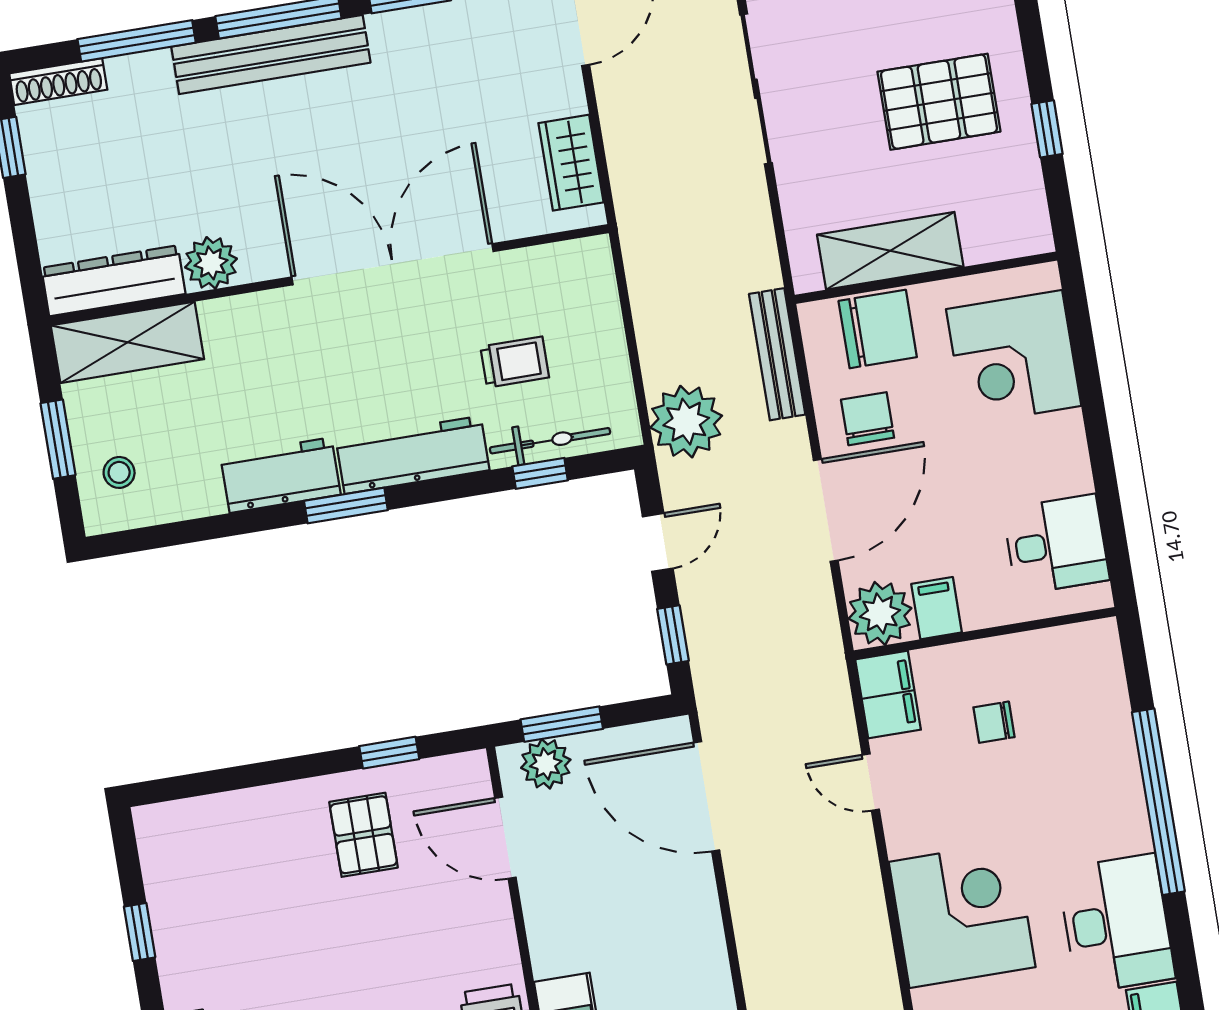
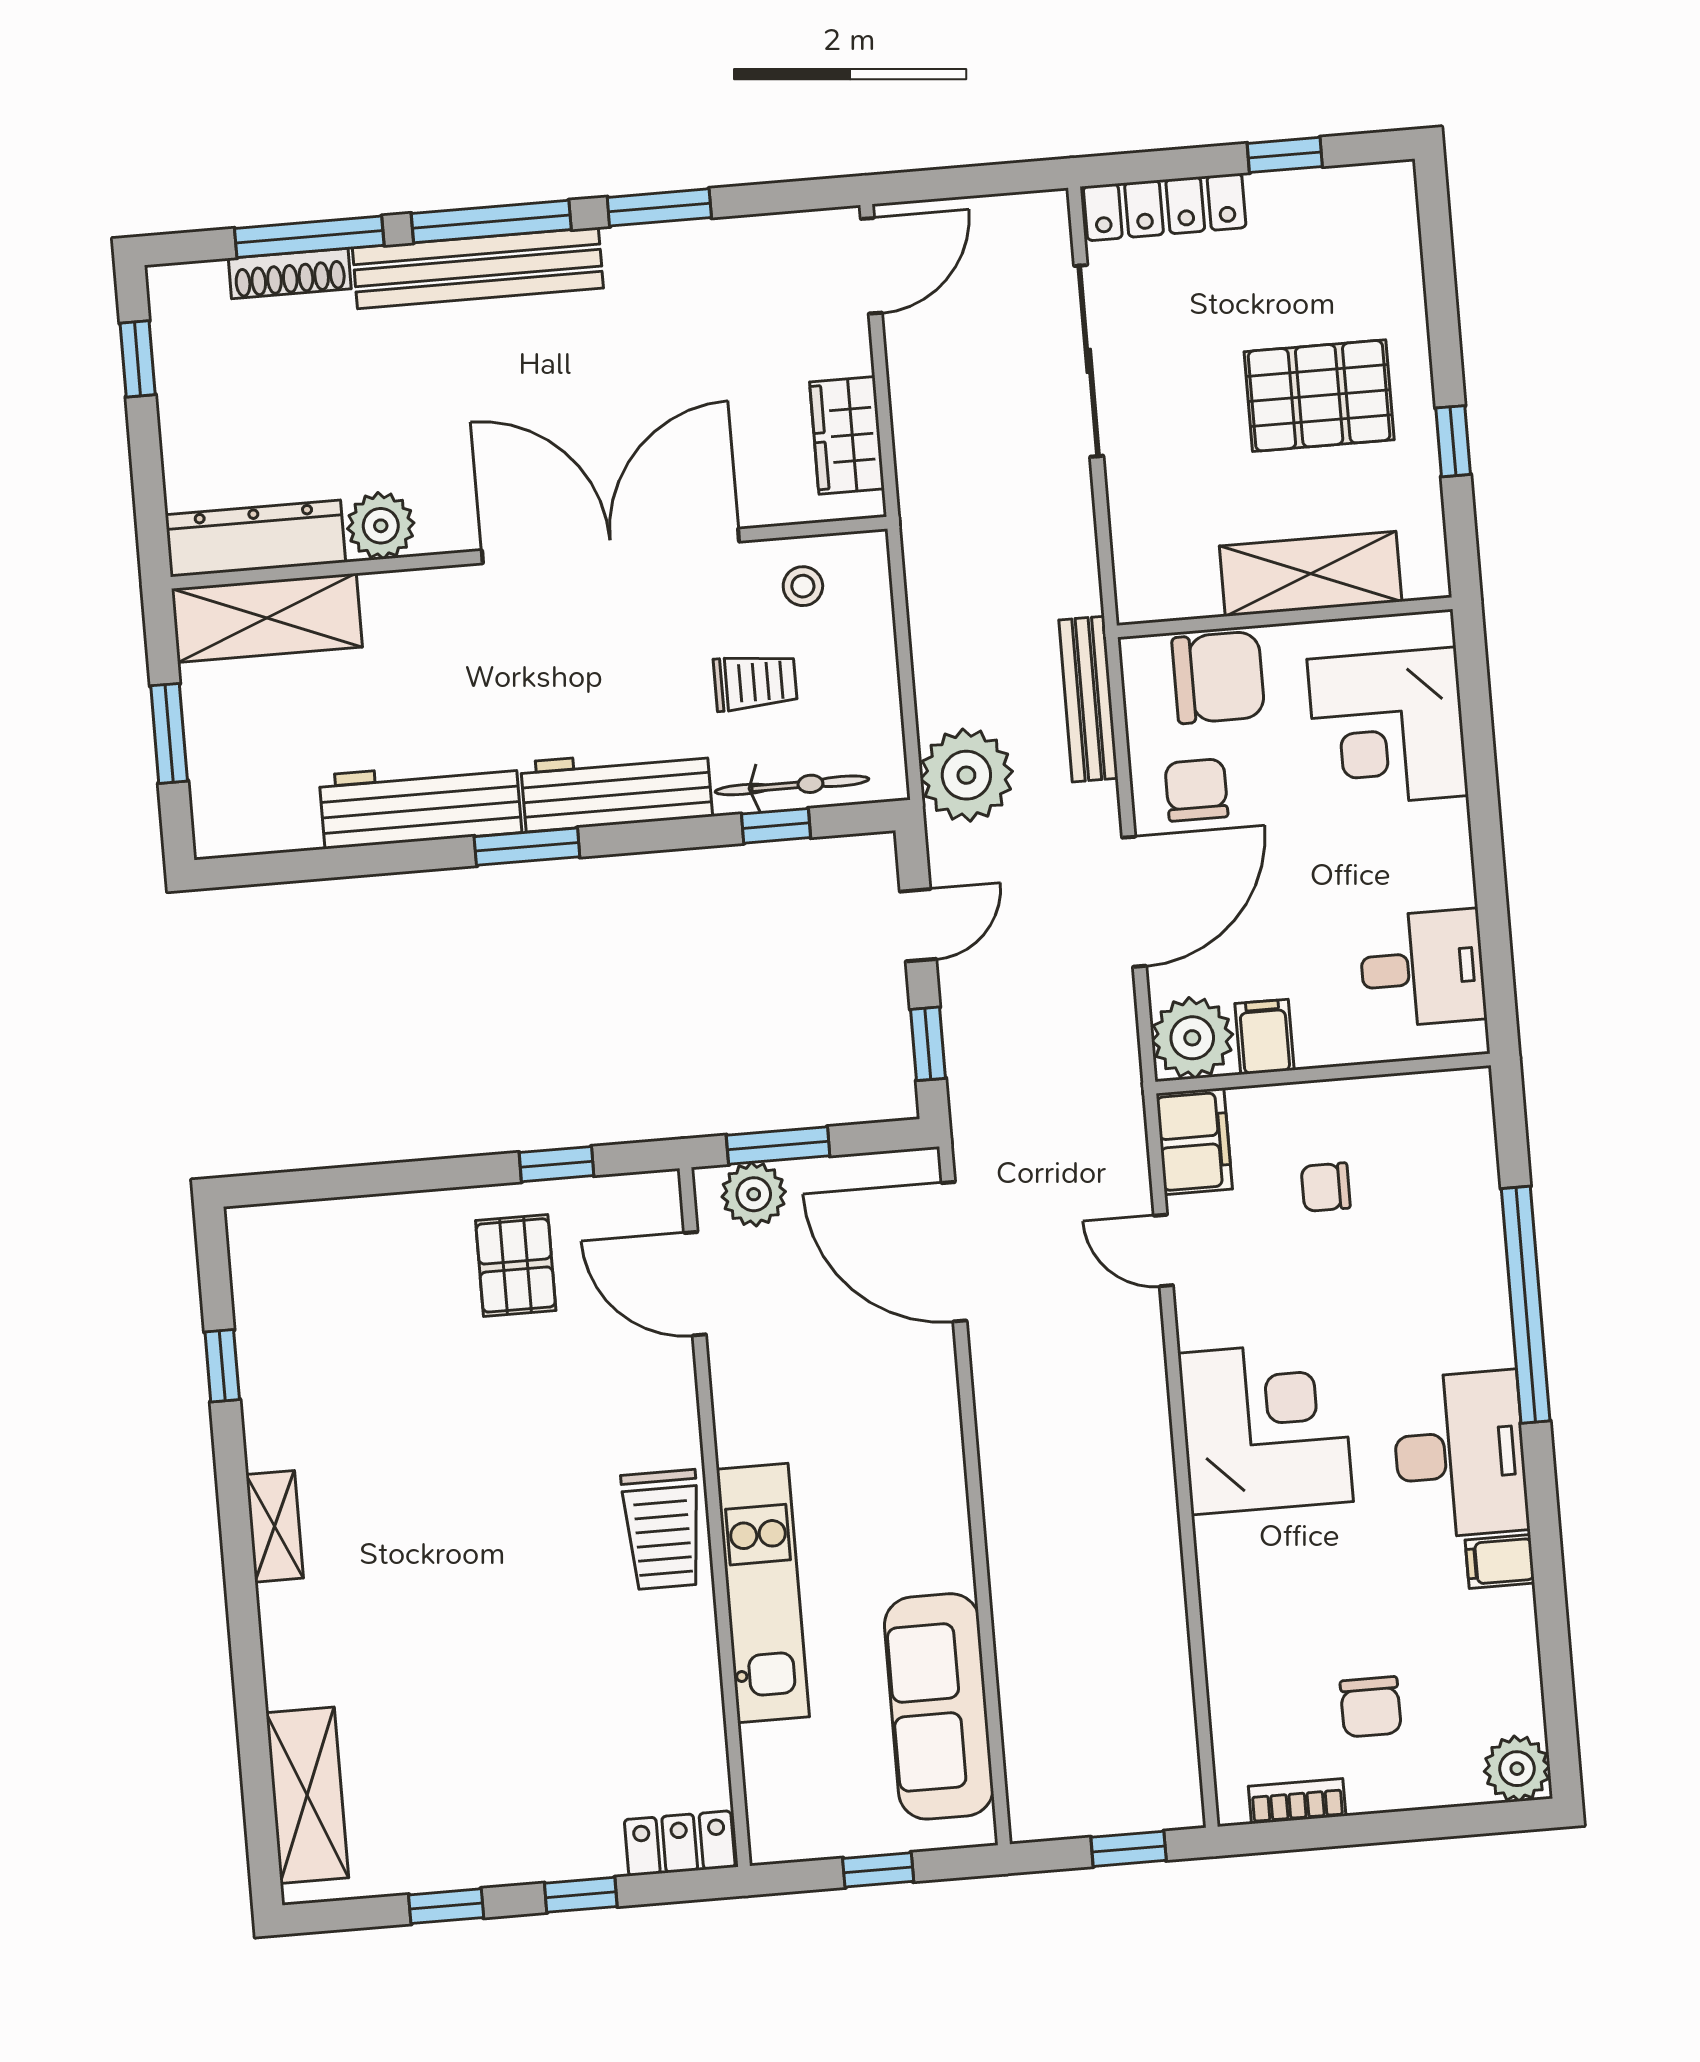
shoe rack: (58, 82) -> (290, 273), moved
shelving: (890, 251) -> (1311, 574), moved
stool: (119, 472) -> (803, 586), moved
workbench: (281, 475) -> (420, 804), width x1.38

